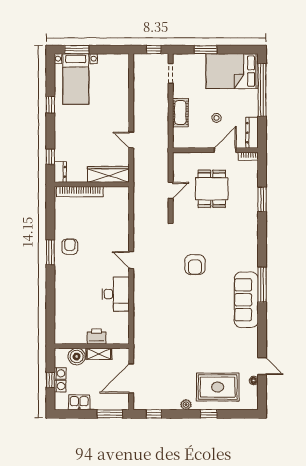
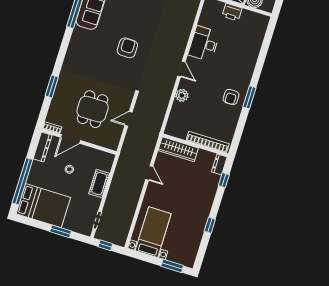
bed with nightstands: (76, 79) -> (153, 232), moved
plant: (122, 232) -> (182, 95), added

